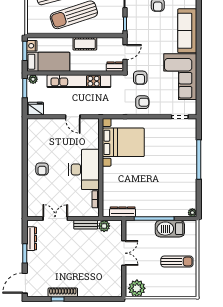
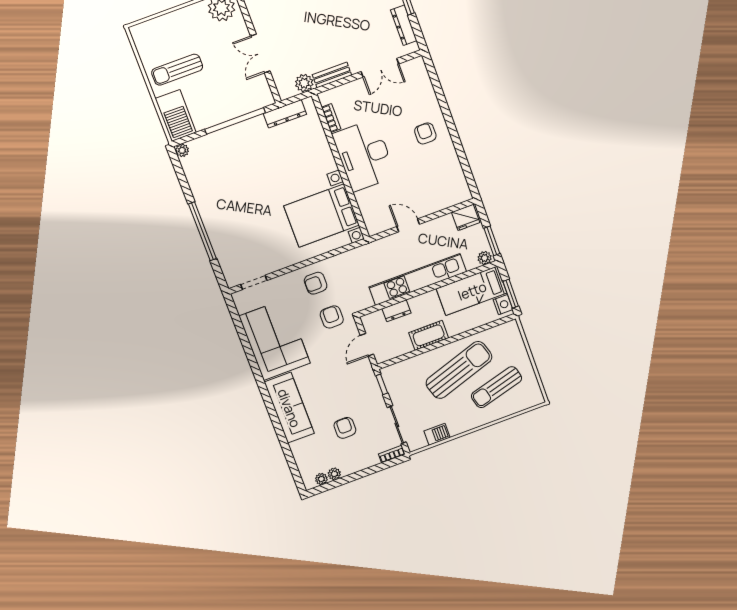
dresser: (115, 67) -> (396, 311), moved
barbecue: (170, 229) -> (176, 116), moved, turned 90

